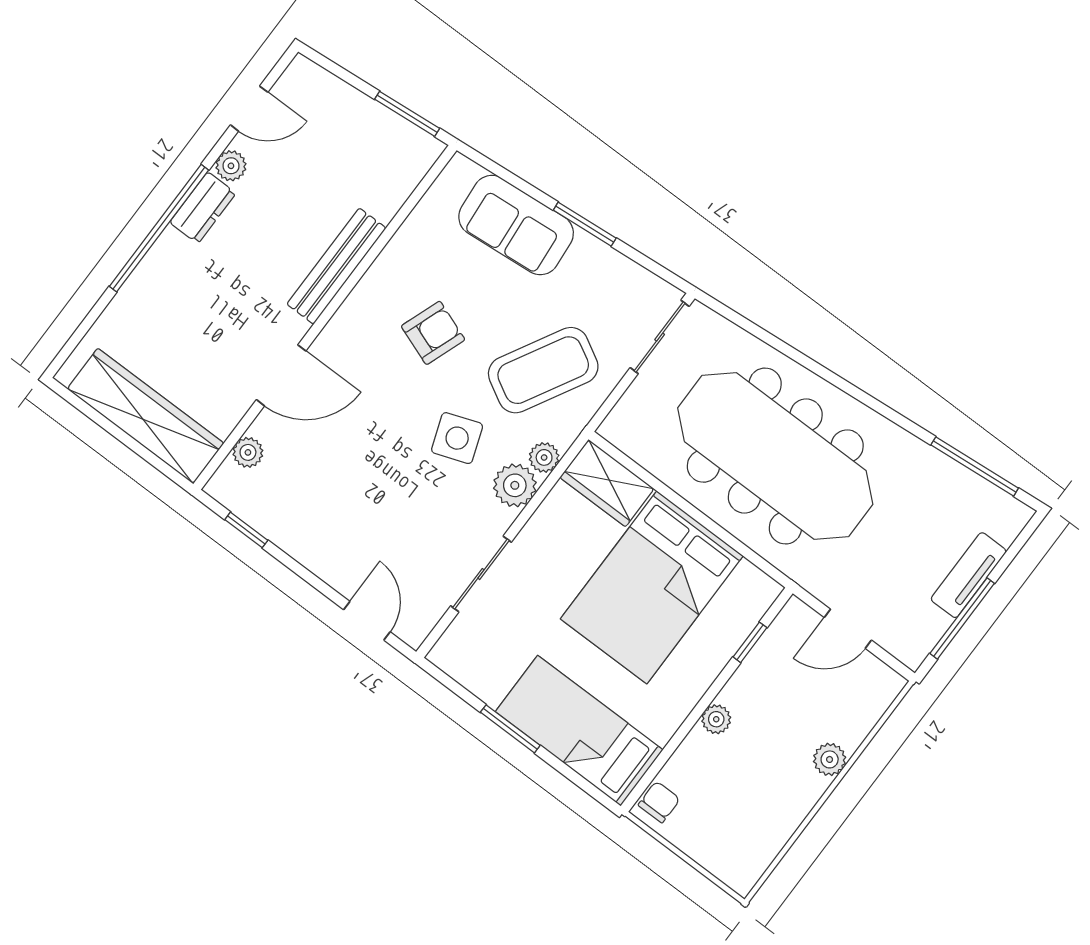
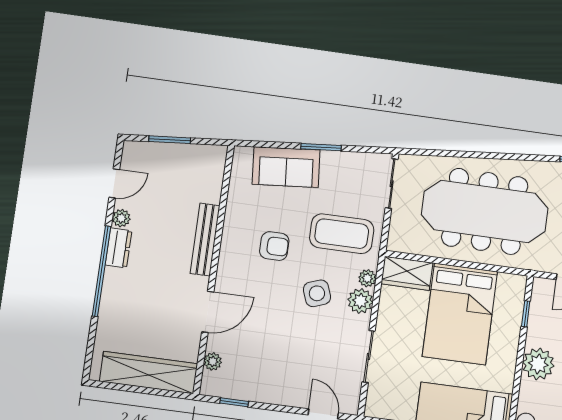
window: (407, 114) -> (170, 140), moved
armchair: (433, 333) -> (274, 246), turned 70
coffee table: (543, 370) -> (342, 234), turned 61
plant: (716, 719) -> (538, 364), width x1.88, depth x1.88

